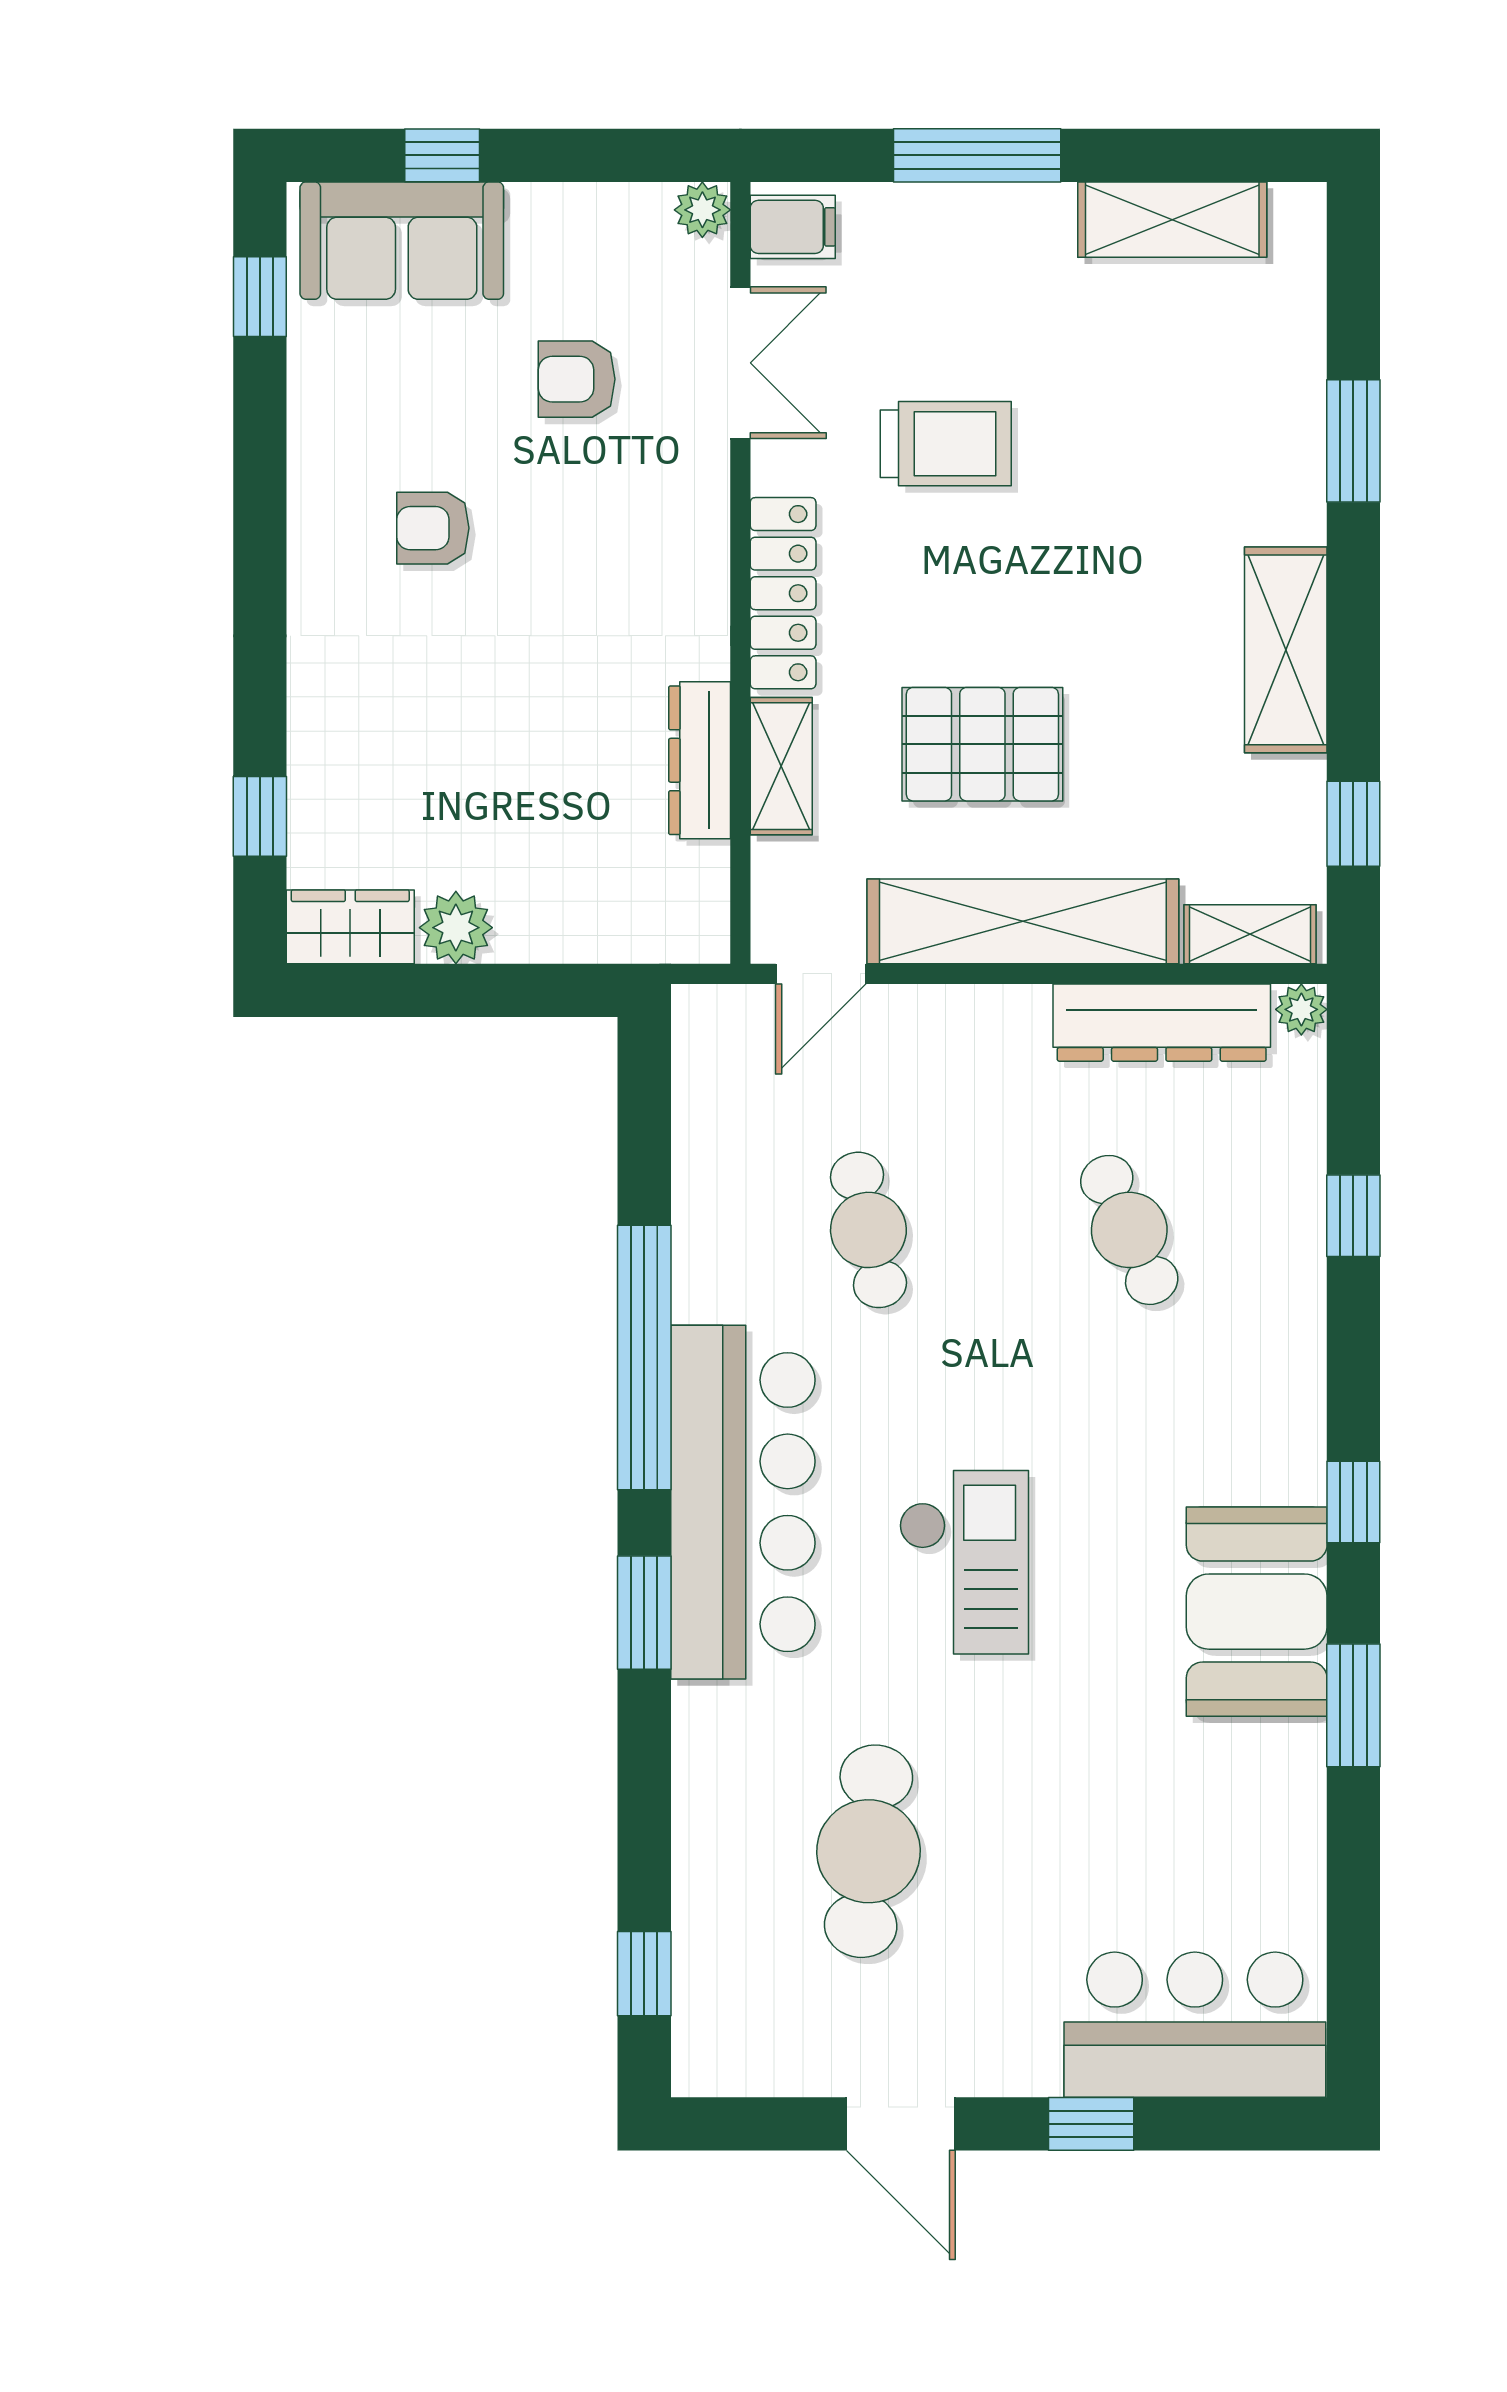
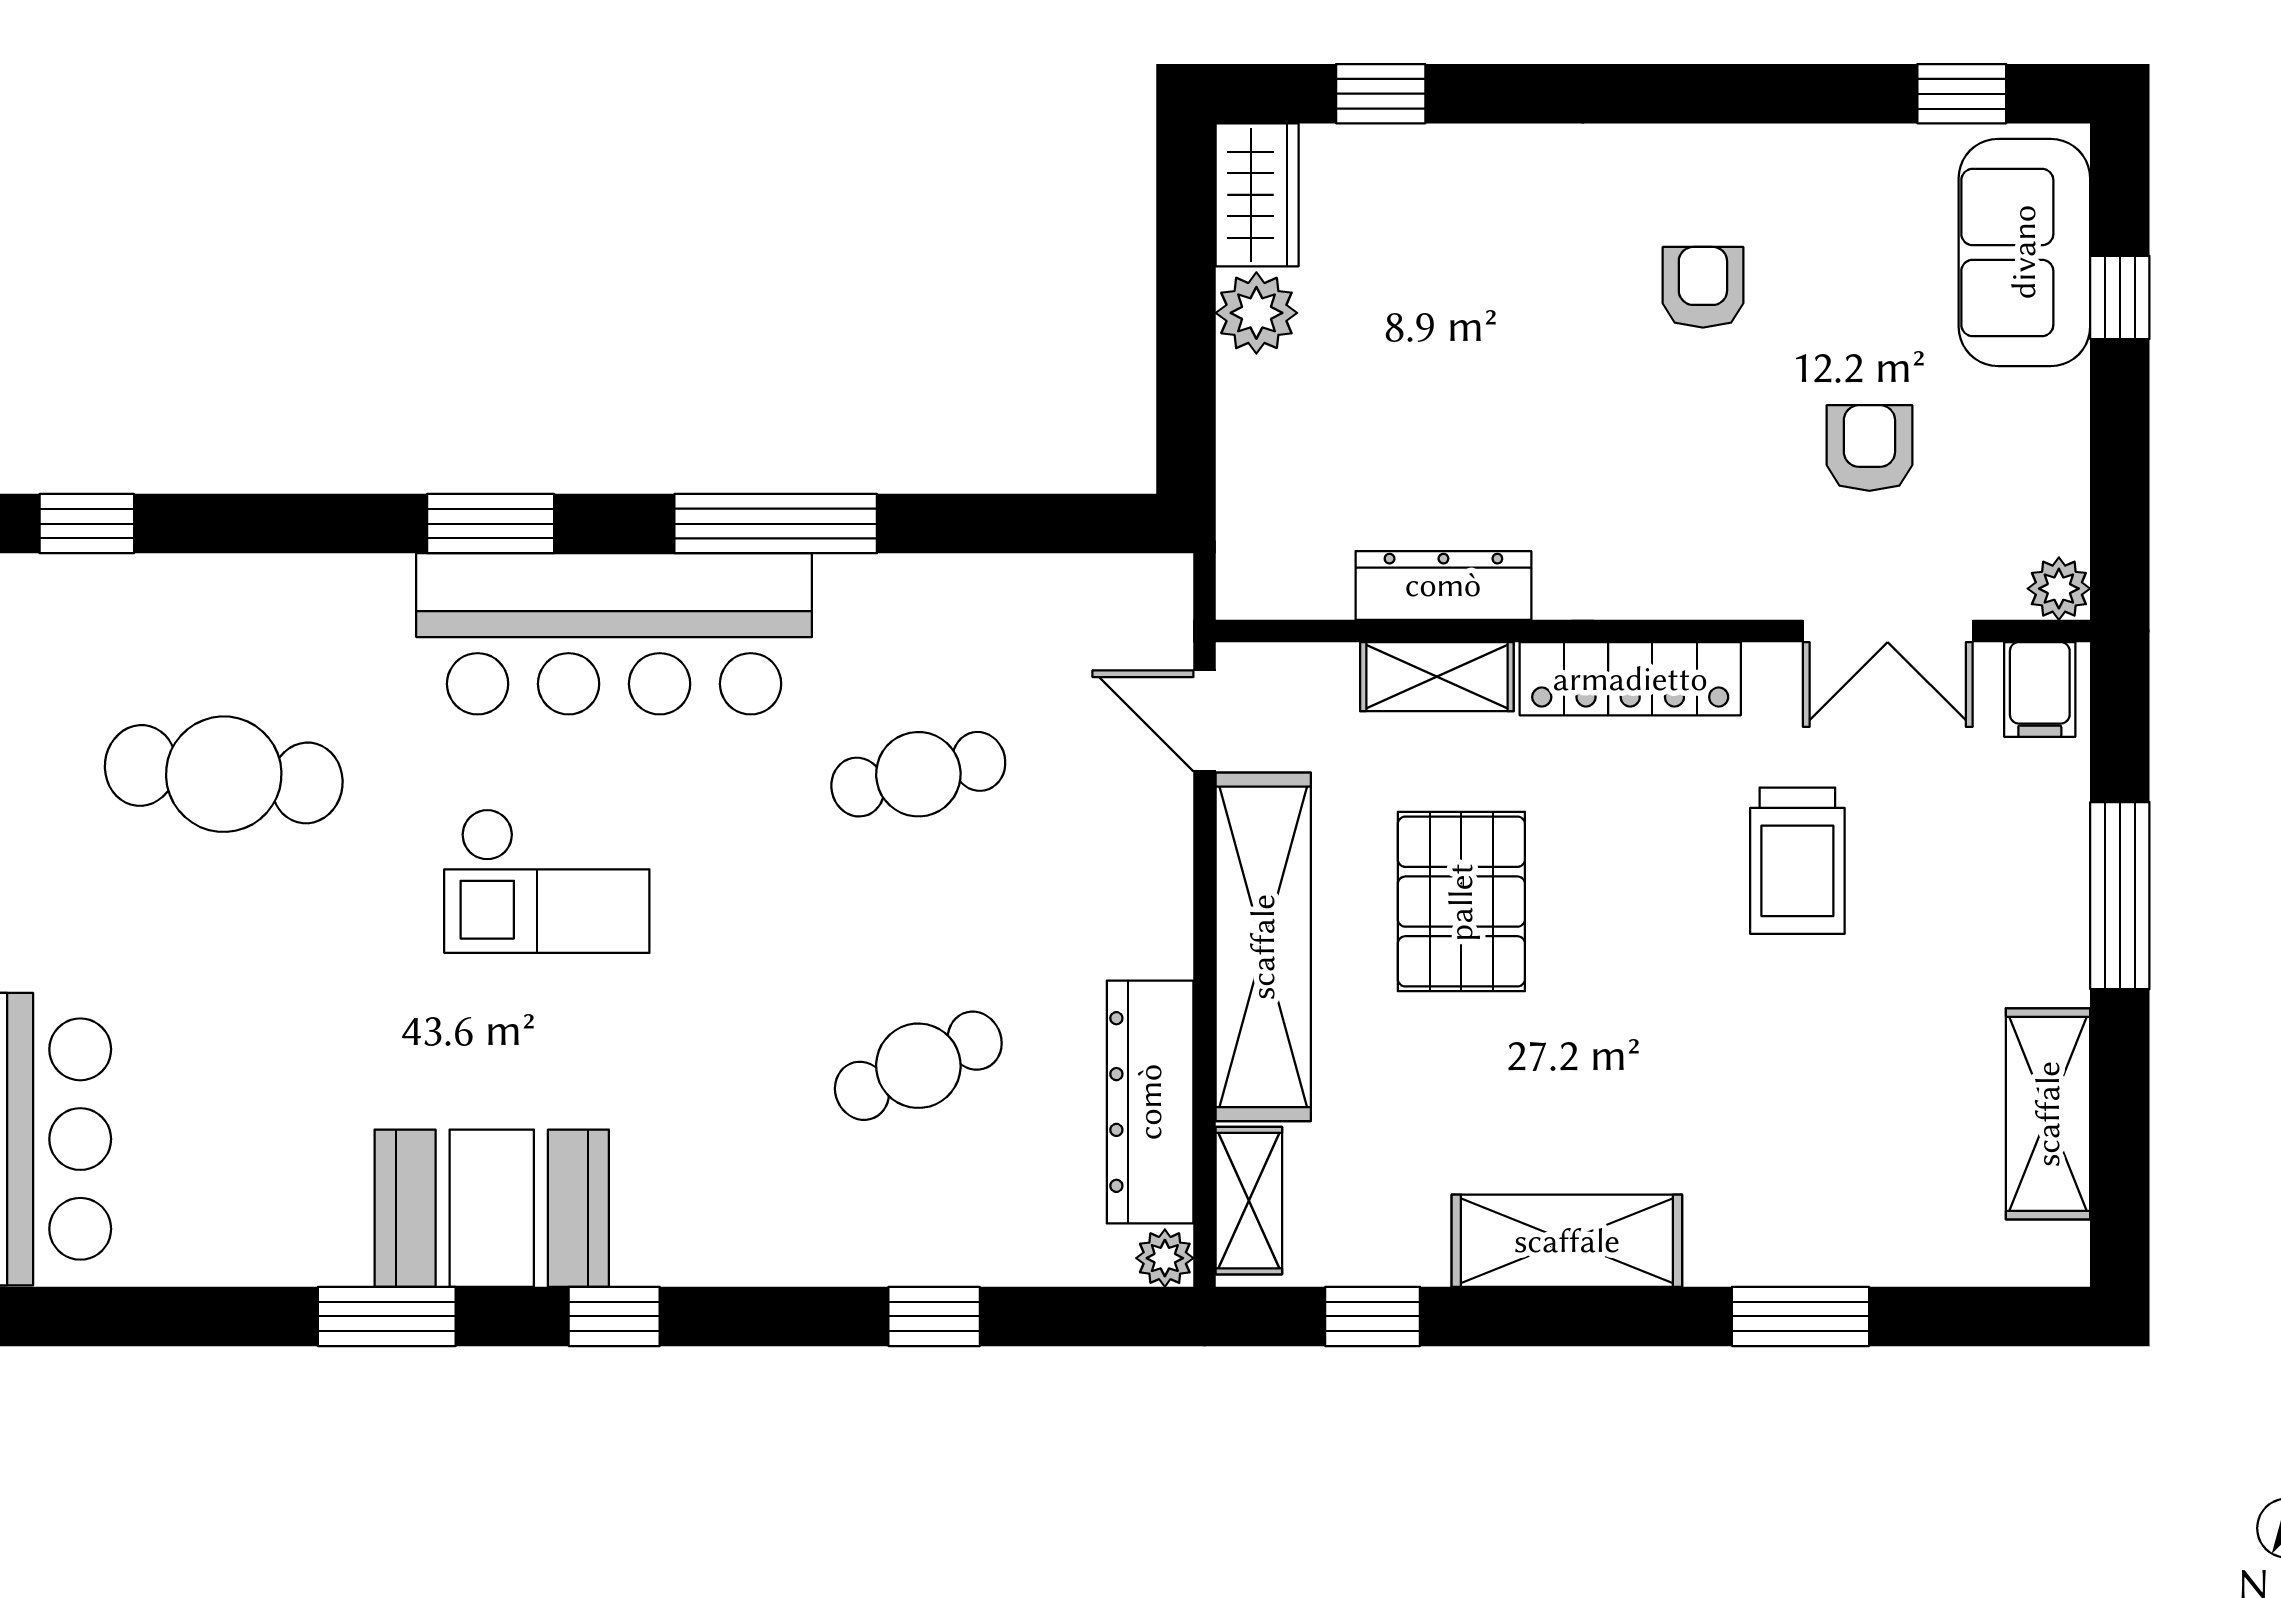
window: (644, 1358) -> (776, 524), width x0.68

